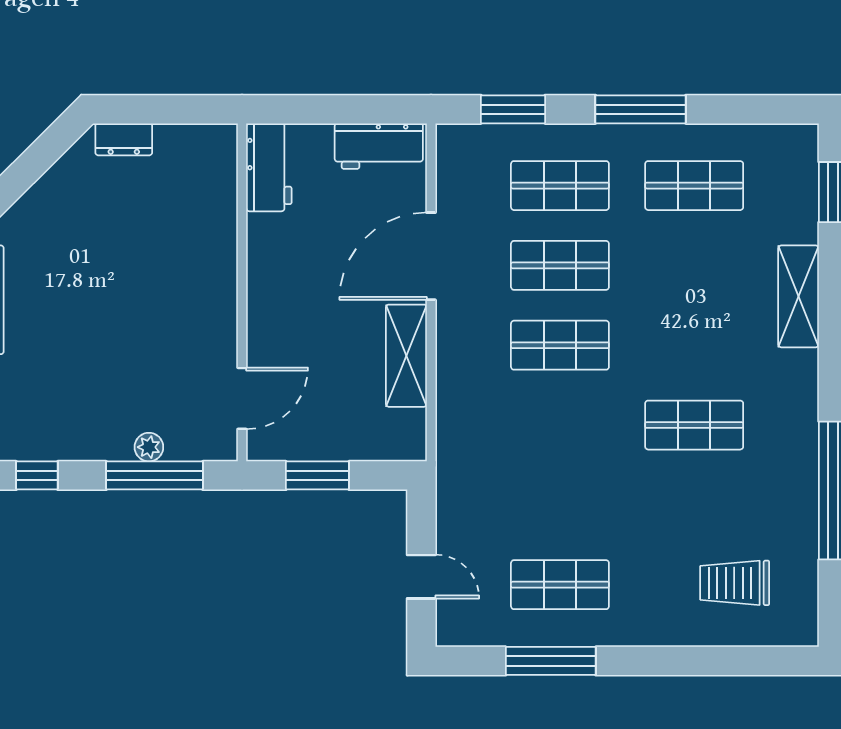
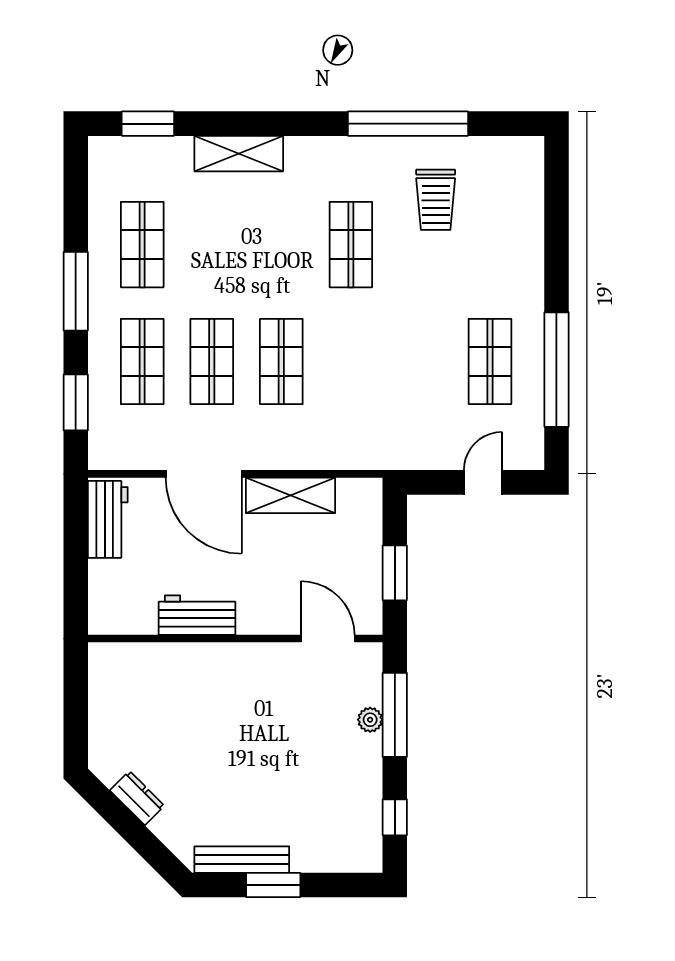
dresser: (124, 139) -> (137, 798), moved, turned -45
workbench: (269, 167) -> (197, 615), moved
trolley: (735, 583) -> (436, 200), moved
window: (551, 661) -> (556, 370), width x1.46

